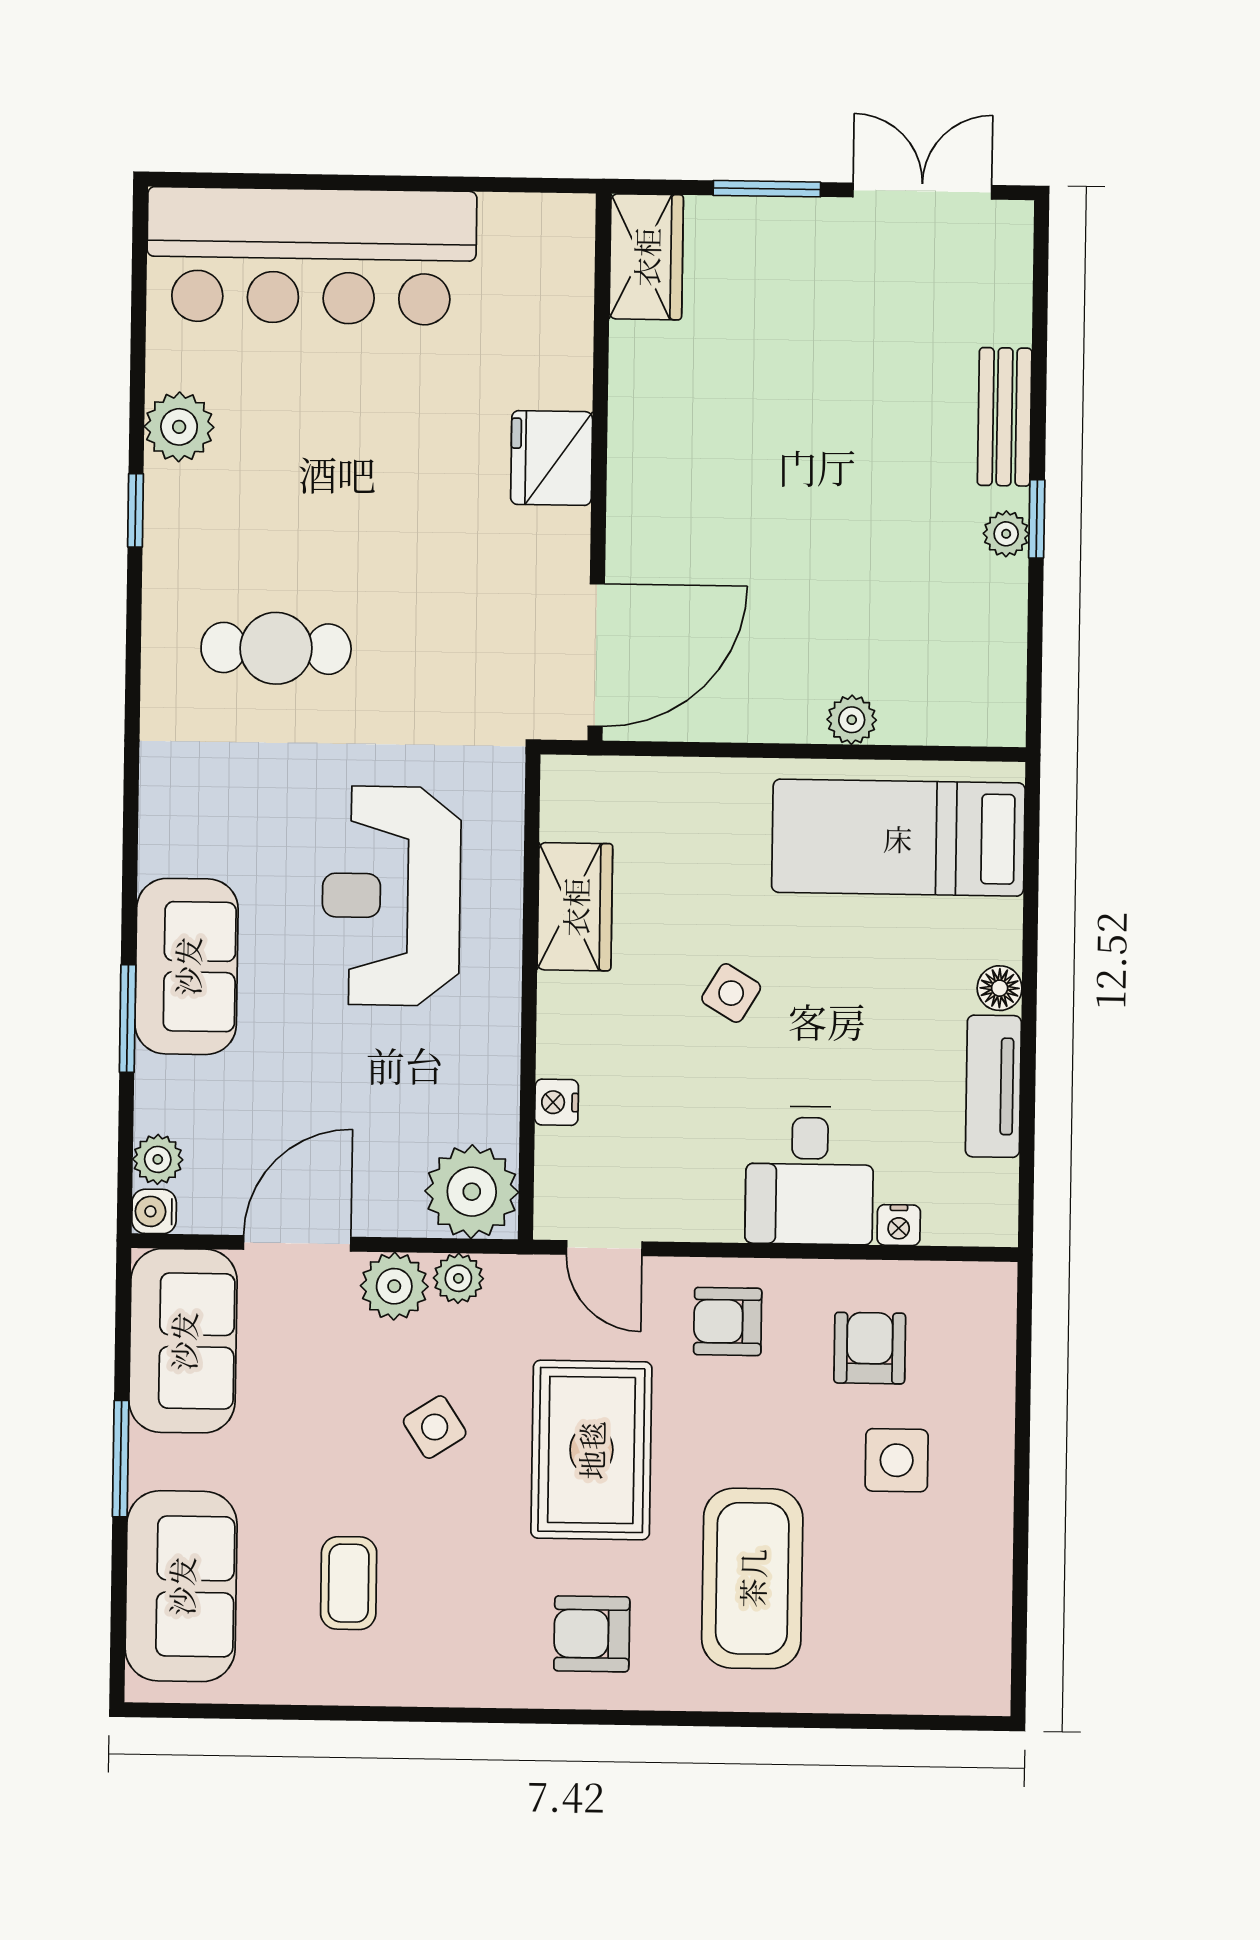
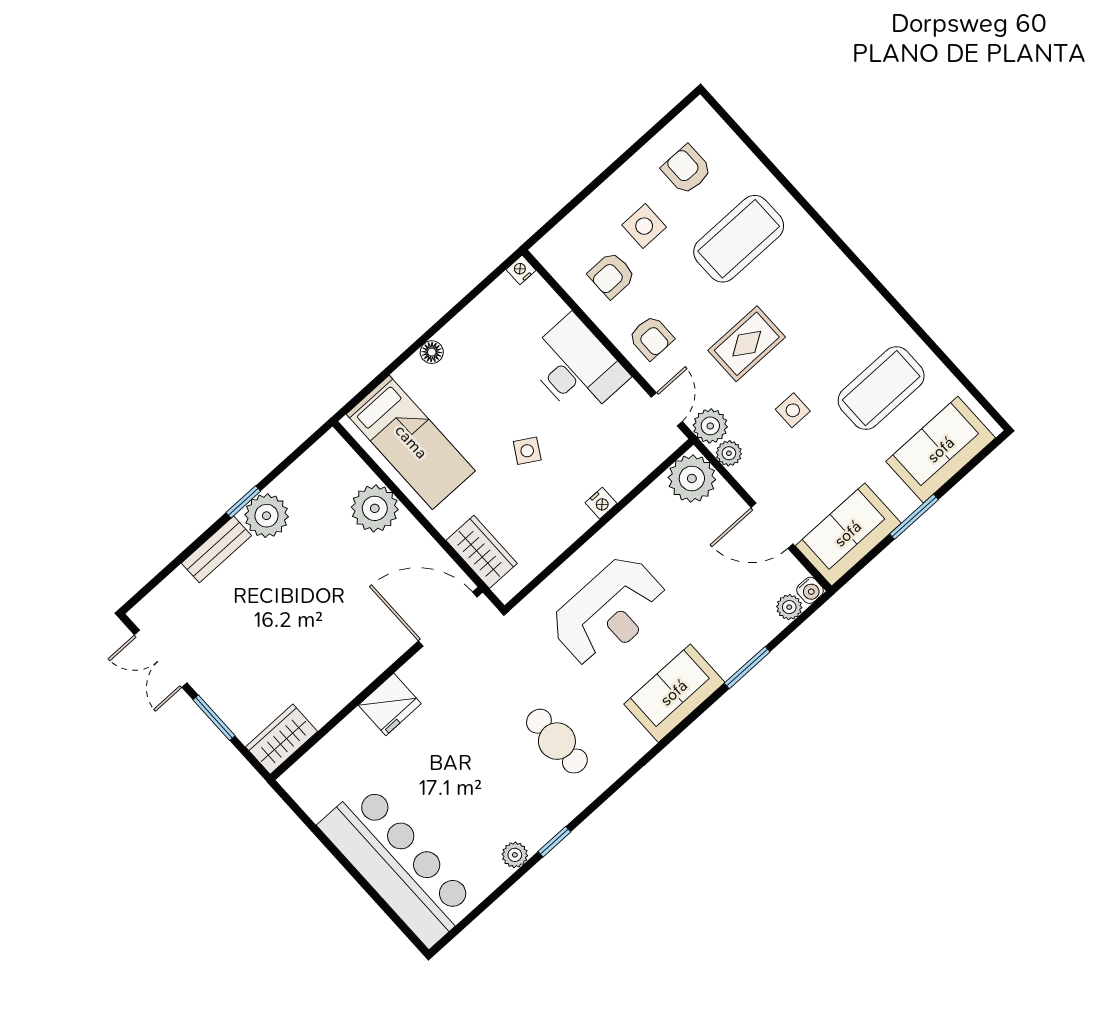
plant: (179, 427) -> (515, 855), width x0.73, depth x0.73
plant: (1006, 534) -> (267, 516), width x1.87, depth x1.87
plant: (852, 720) -> (375, 508), width x1.87, depth x1.87
wardrobe: (575, 907) -> (482, 552), moved, turned 90
sofa: (187, 966) -> (674, 693), moved
tv unit: (993, 1086) -> (471, 320), removed
nightstand: (557, 1102) -> (601, 503), moved
desk: (809, 1175) -> (576, 367), width x1.37
nightstand: (899, 1225) -> (521, 270), moved, turned -90
plant: (394, 1286) -> (710, 426), moved
side table: (435, 1427) -> (793, 410), turned 33
rug: (591, 1450) -> (747, 344), width x0.73, depth x0.70
coffee table: (349, 1583) -> (881, 388), width x1.86, depth x1.72
armchair: (592, 1634) -> (687, 170), moved, turned 180

